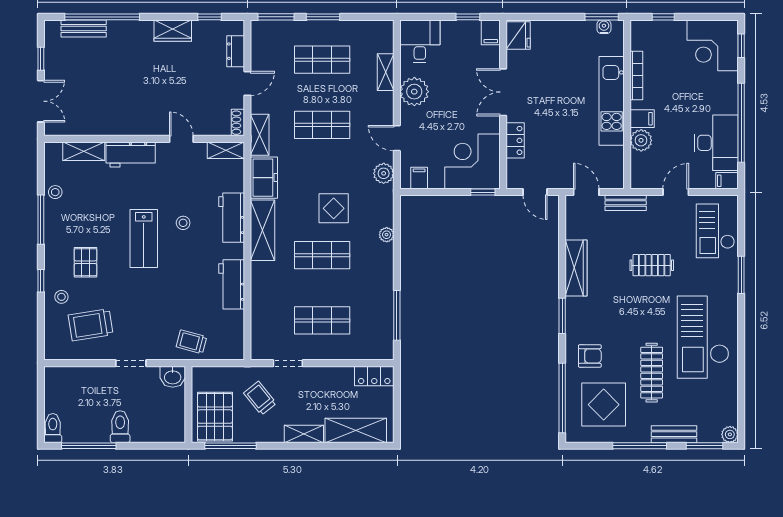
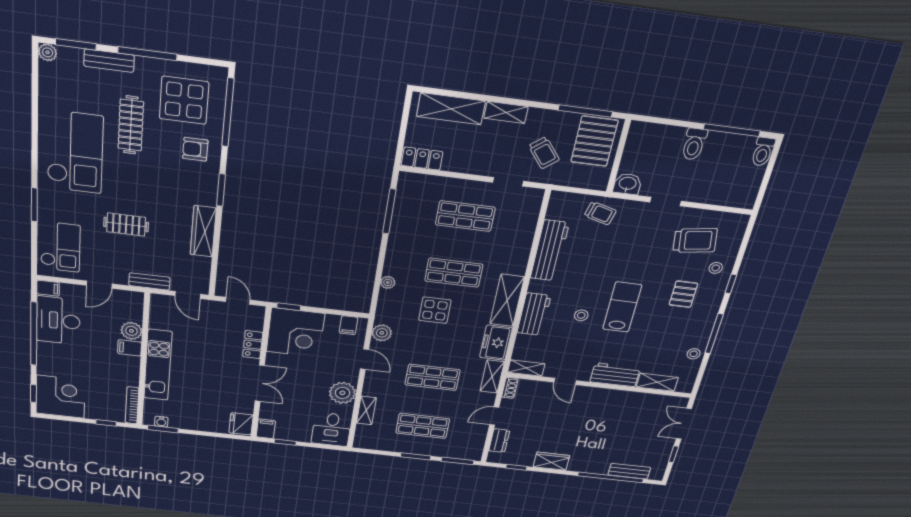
bookcase: (636, 76) -> (132, 405), moved
workbench: (232, 284) -> (550, 251), width x1.37

